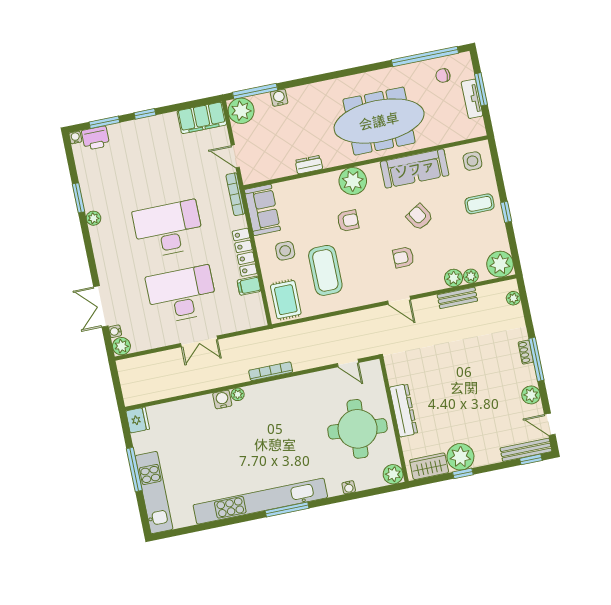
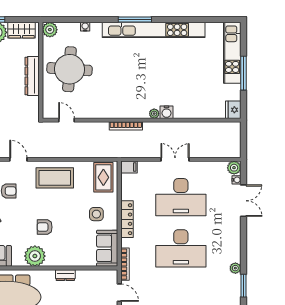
coffee table: (325, 270) -> (55, 178), moved, turned 90
filing cabinet: (249, 286) -> (129, 167), moved

